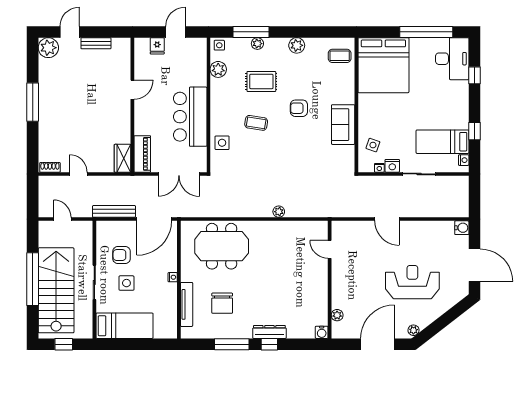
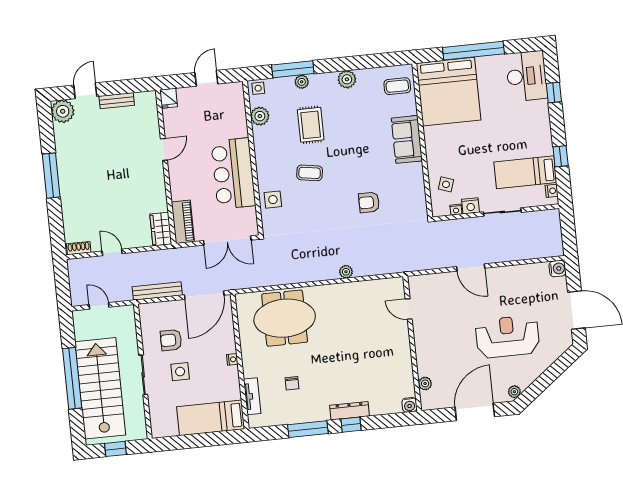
window: (426, 32) -> (473, 51), moved
fridge: (157, 46) -> (169, 98), moved
rug: (261, 81) -> (311, 125), turned 90
armchair: (299, 108) -> (369, 202), moved
sofa: (343, 125) -> (407, 139), moved
chair: (222, 303) -> (292, 383), width x0.54, depth x0.54
tv unit: (187, 304) -> (252, 396), width x0.71
bed: (124, 326) -> (211, 418), moved, turned 180

